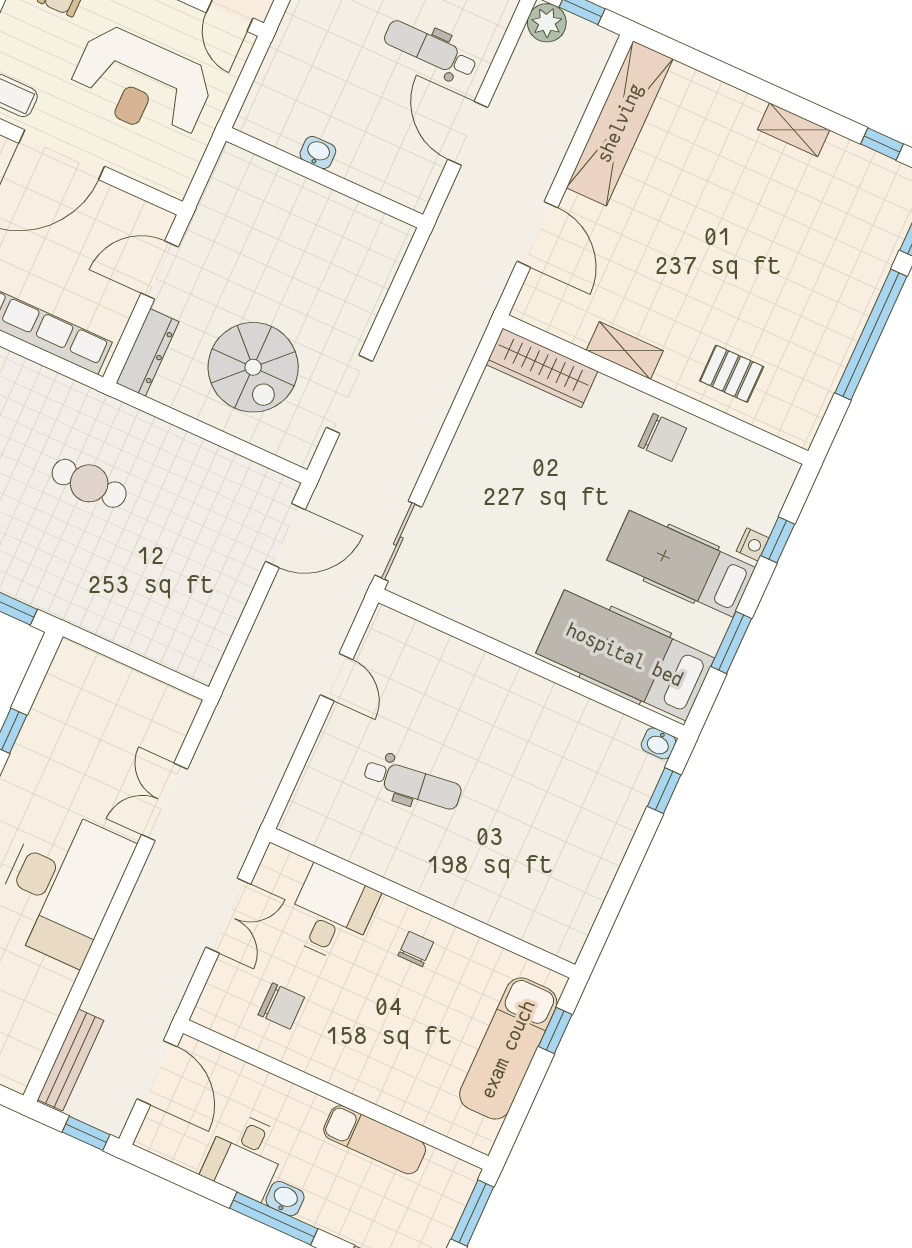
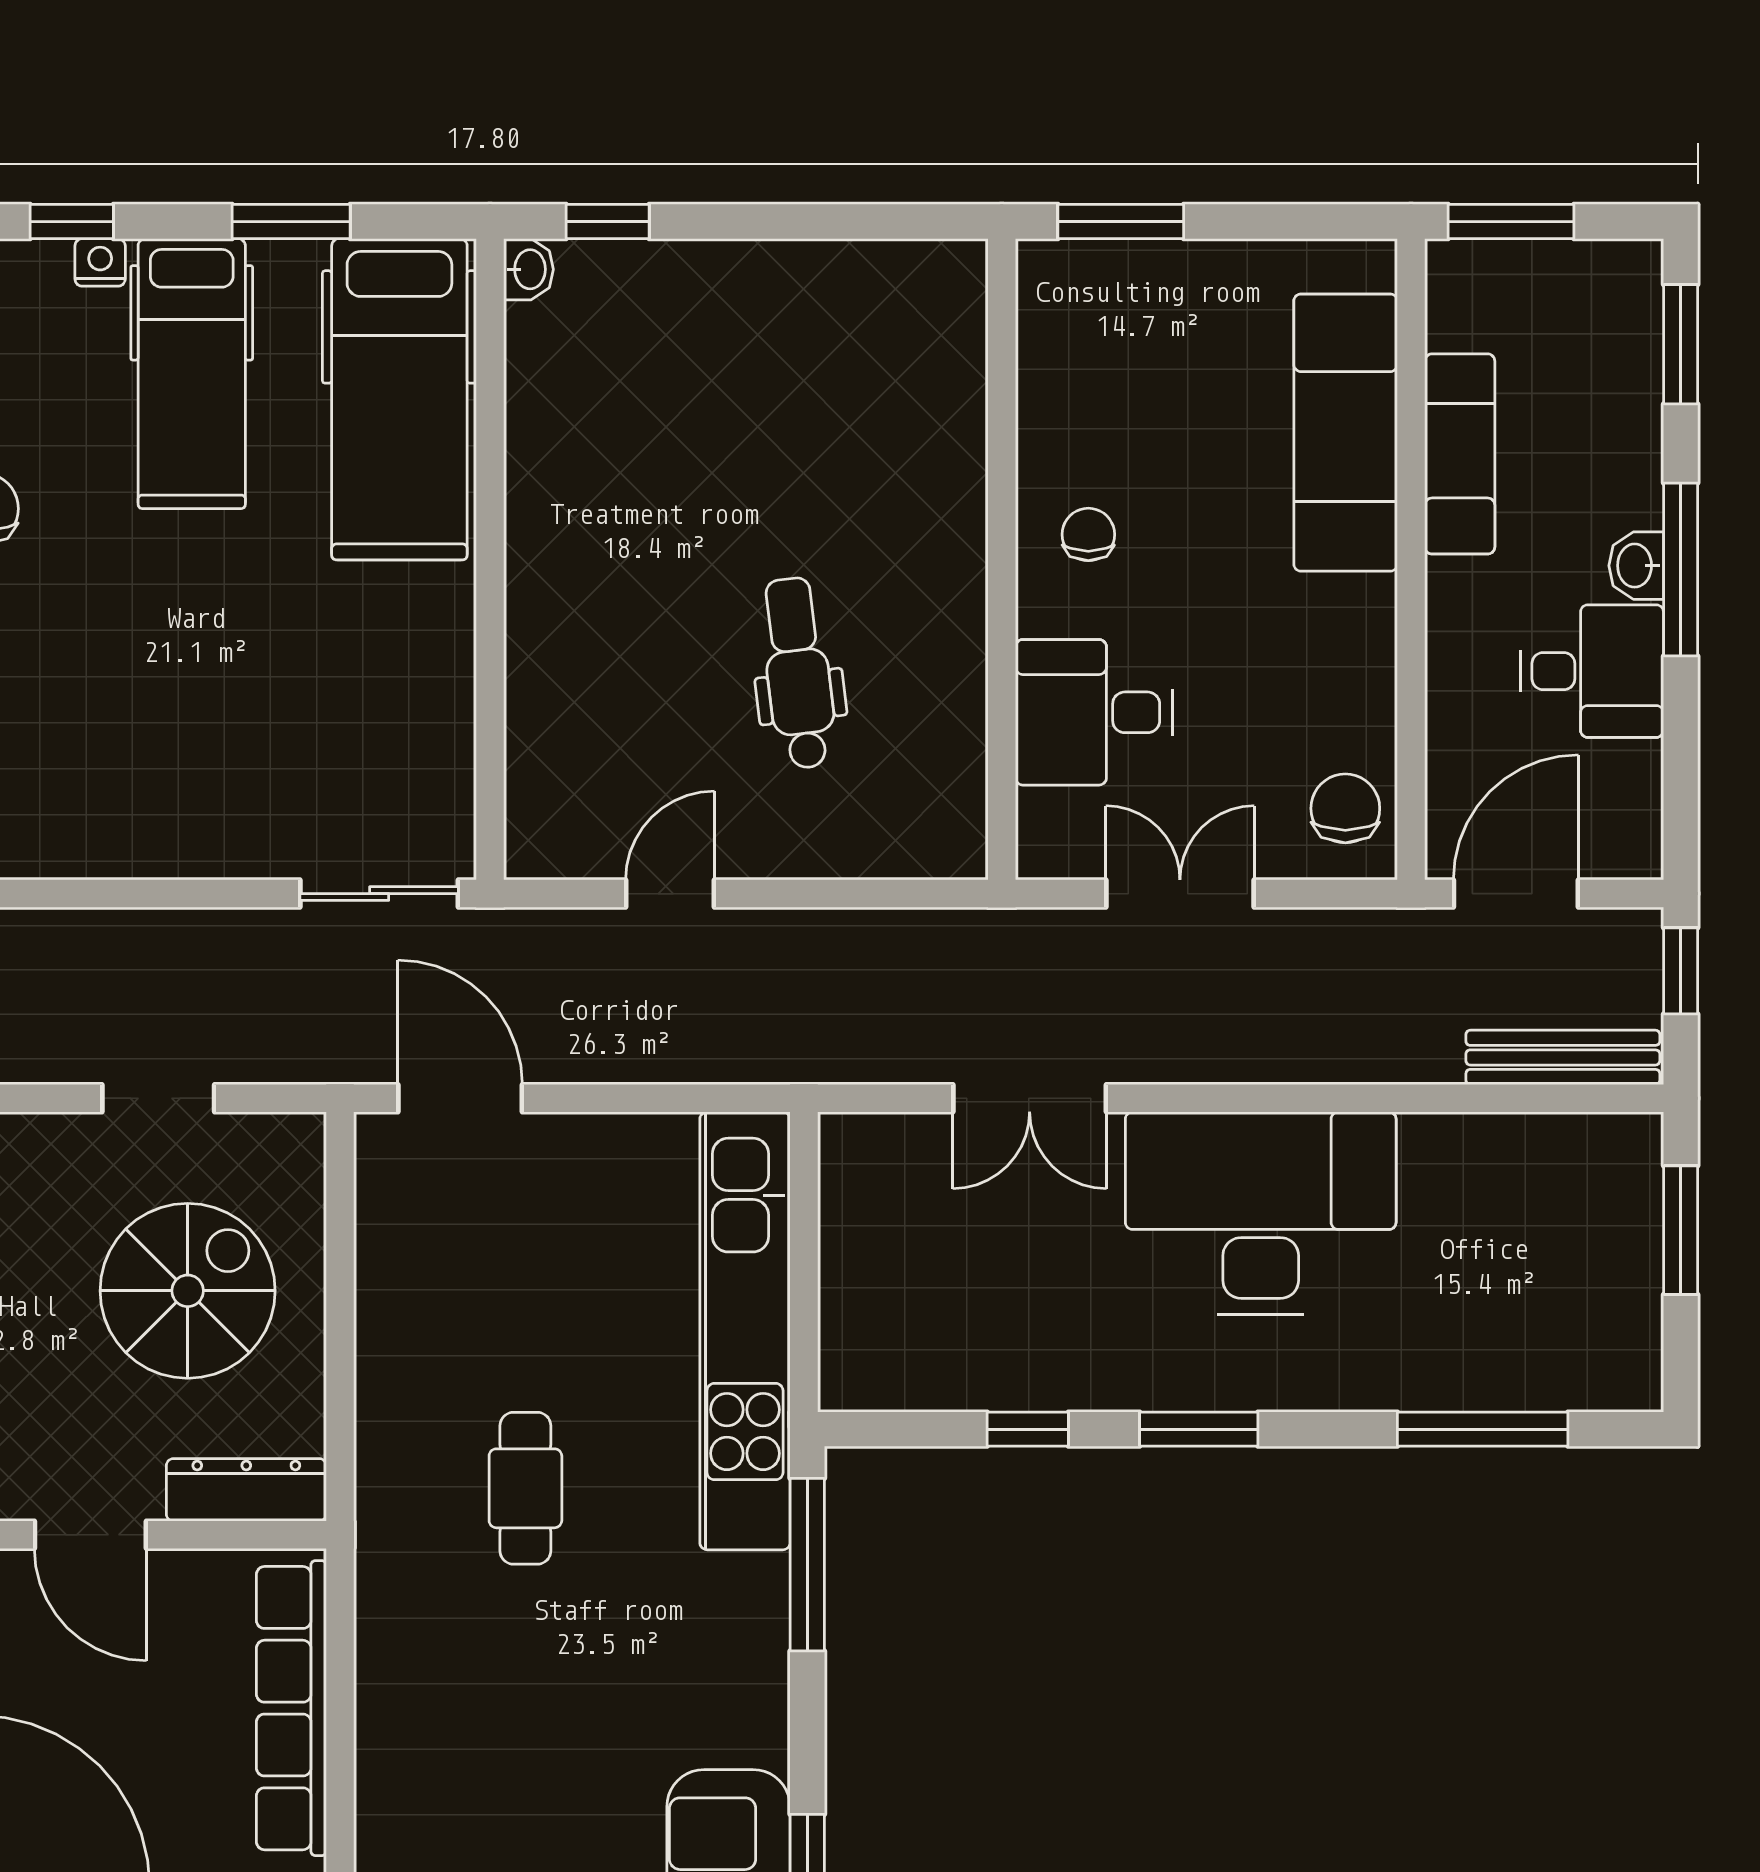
doorway: (349, 394) -> (158, 1098), width x0.73
kitchen unit: (116, 619) -> (745, 1331), added
chair: (416, 949) -> (1088, 534), turned 90
chair: (281, 1006) -> (1345, 808), moved
window: (555, 1031) -> (1121, 222), width x1.50
exam couch: (508, 1049) -> (1346, 433), moved, turned 90

